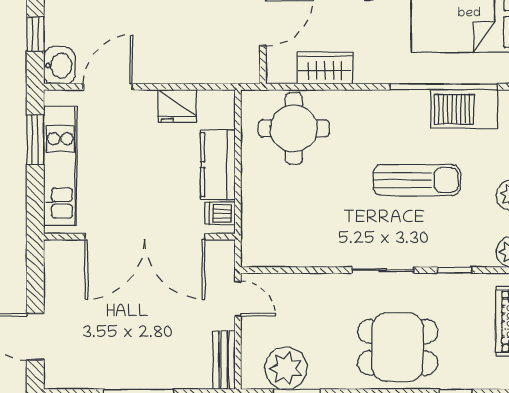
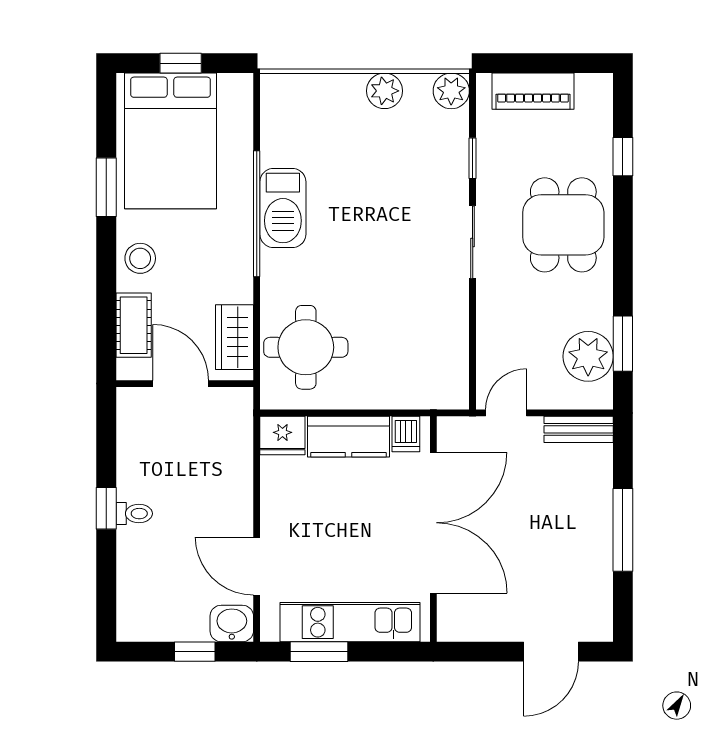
wardrobe: (325, 68) -> (235, 337), moved
window: (444, 87) -> (257, 214), moved
fridge: (177, 106) -> (282, 436), moved, turned 90
barbecue: (464, 109) -> (283, 208), moved
sun lounger: (417, 180) -> (367, 202), removed

